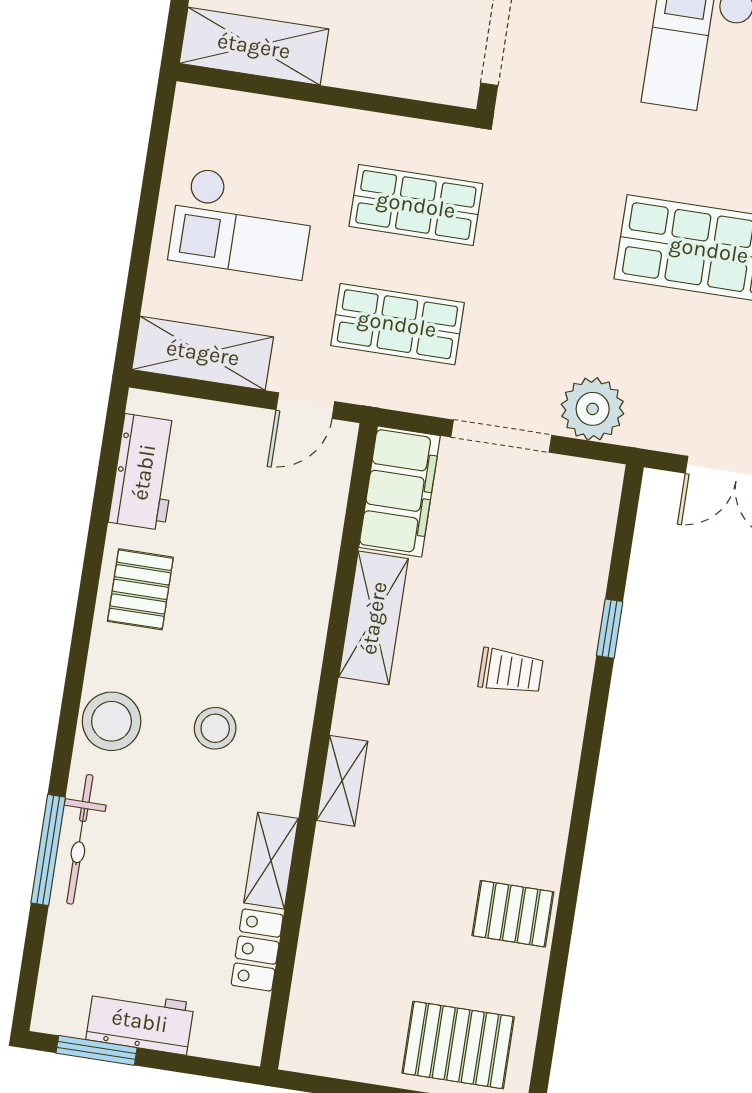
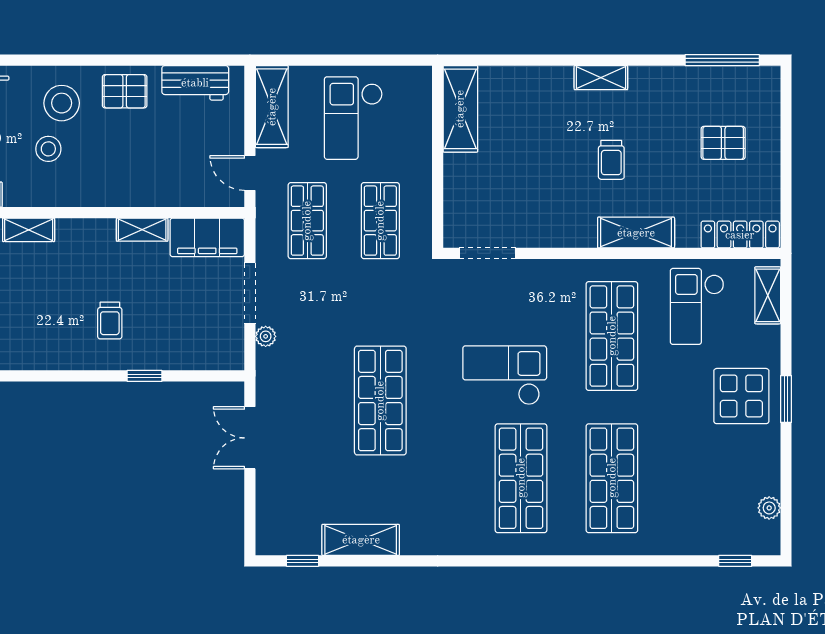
plant: (593, 409) -> (266, 336), width x0.53, depth x0.53
shelving: (374, 618) -> (142, 230), width x0.67, depth x0.75
stool: (112, 721) -> (62, 103), moved

